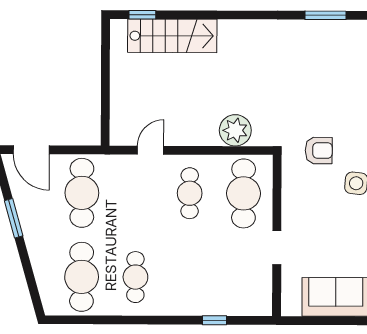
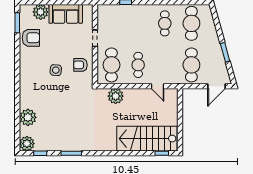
stairs: (172, 36) -> (147, 139), width x1.36, depth x1.51
door: (31, 150) -> (217, 86), swing flipped
door: (151, 150) -> (158, 86), hinge flipped
armchair: (319, 150) -> (80, 65), moved

